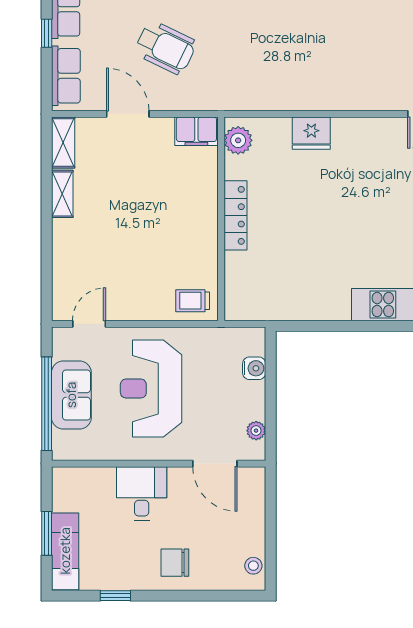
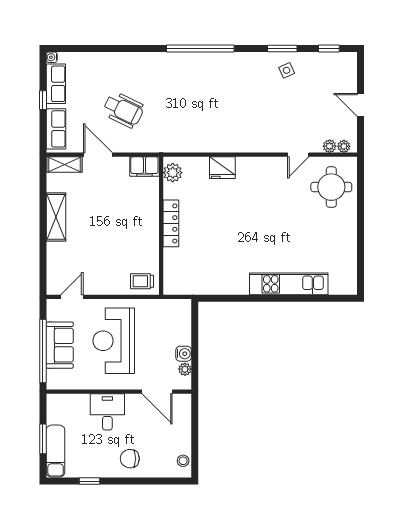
shelving: (63, 142) -> (64, 165), moved, turned 90
shelving: (62, 194) -> (56, 217), width x1.50, depth x1.33
water cooler: (254, 368) -> (184, 354), moved

